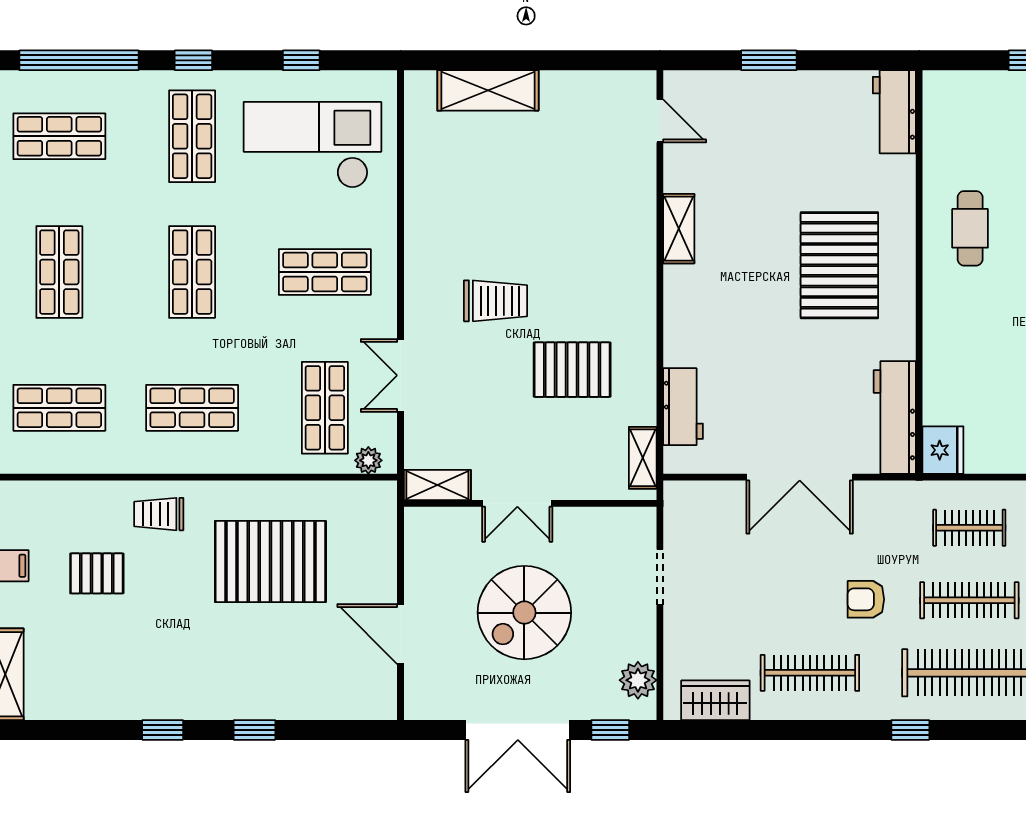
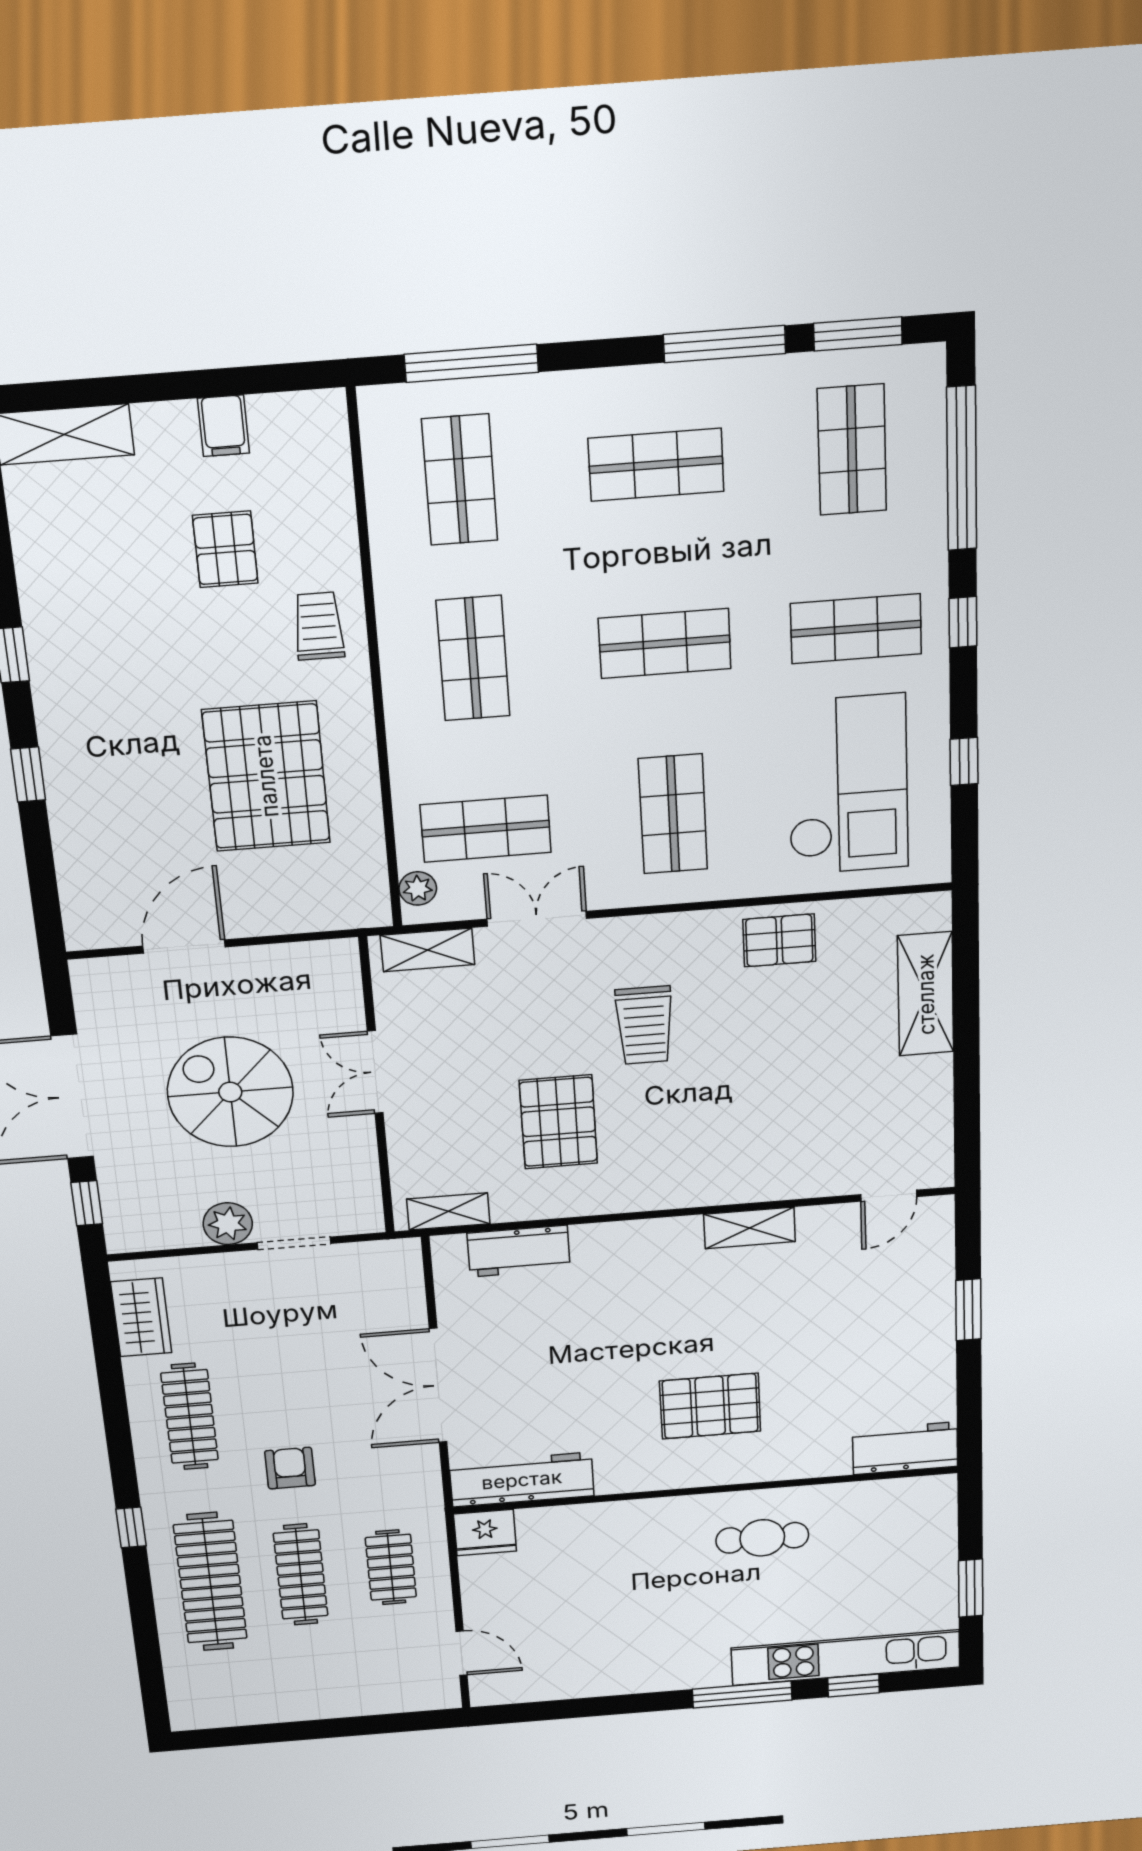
pallet: (434, 198) -> (779, 940), added
pallet: (839, 265) -> (710, 1406), width x0.73, depth x0.71
shelving: (437, 485) -> (428, 950), moved, turned 90
plant: (638, 680) -> (228, 1224), moved

